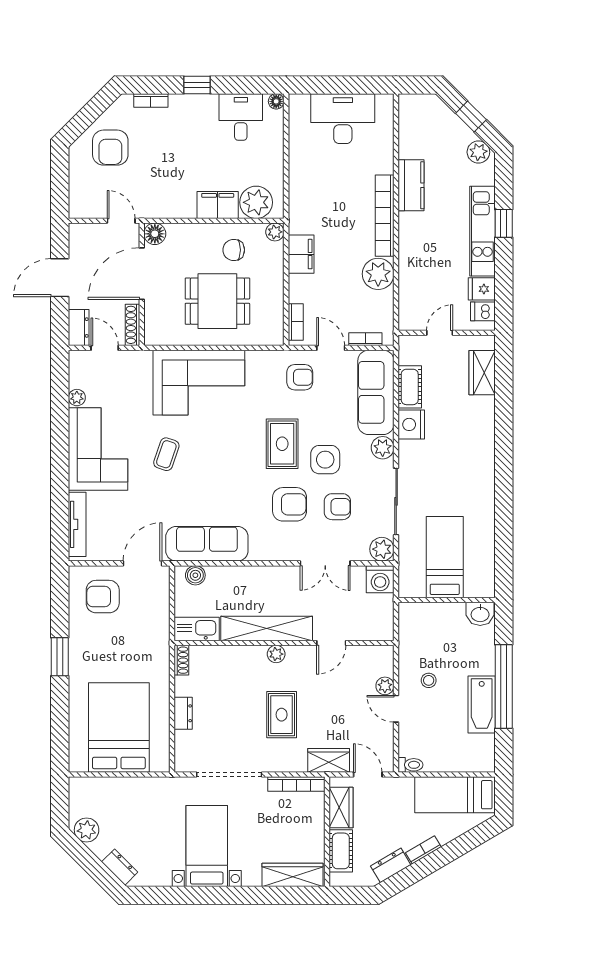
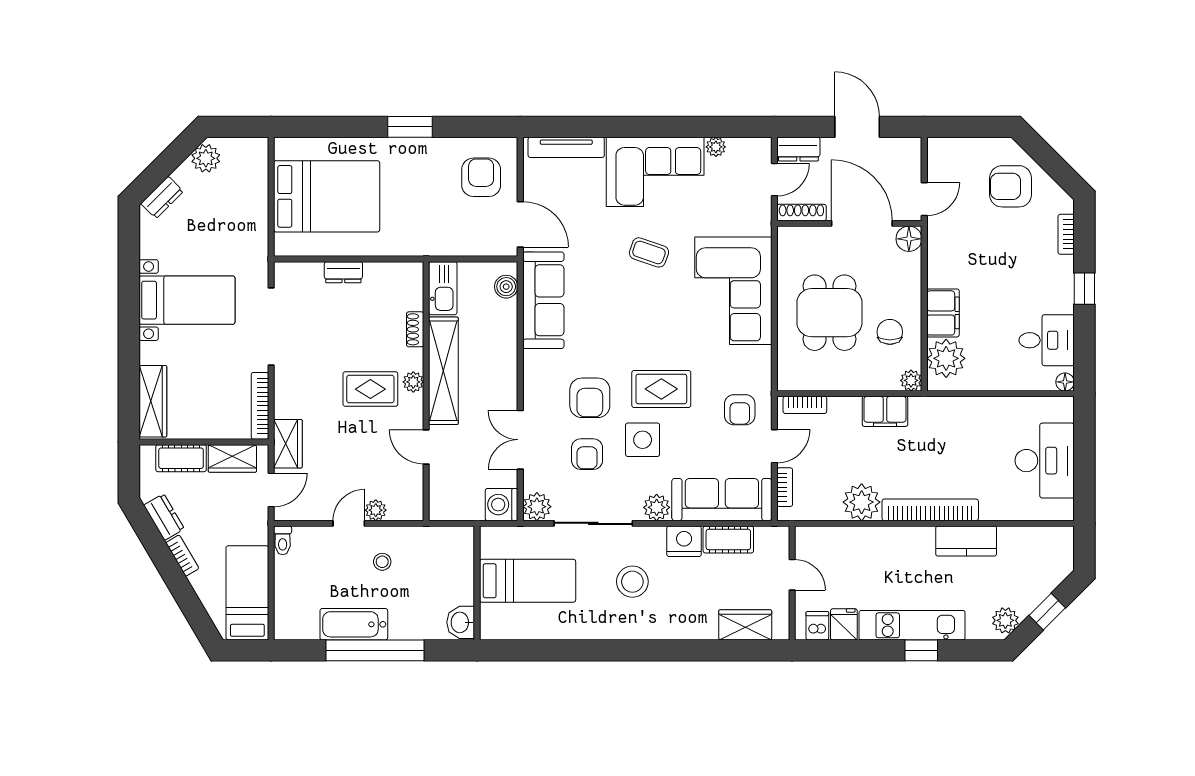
stool: (446, 468) -> (632, 582), added
shoe rack: (181, 660) -> (415, 329), moved, turned 90
rug: (282, 715) -> (370, 389), moved

